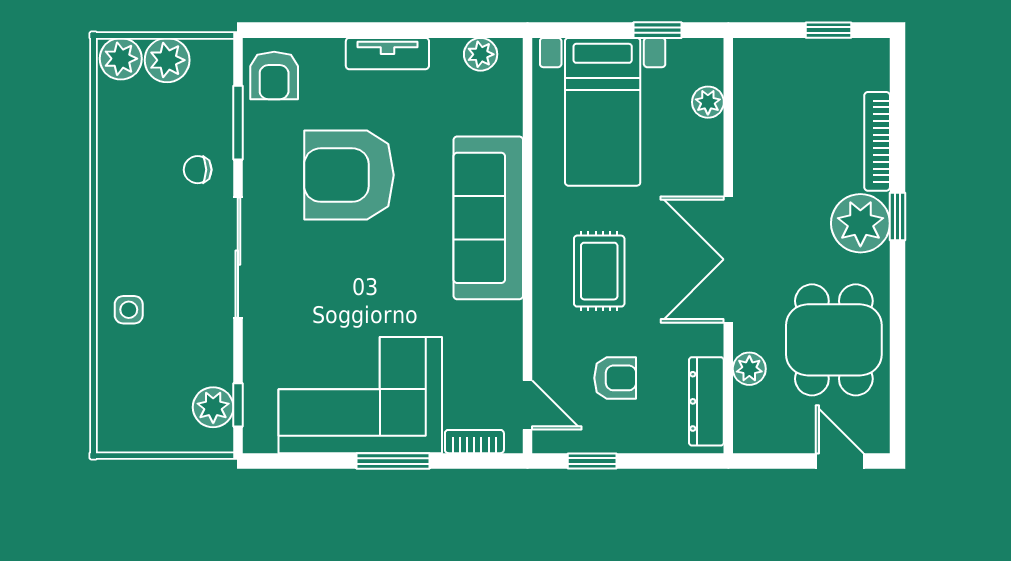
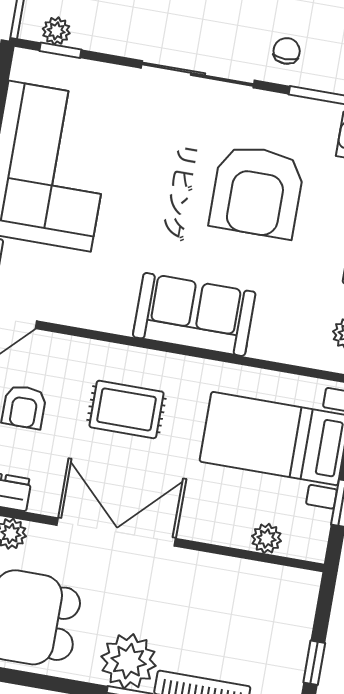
armchair: (349, 175) -> (257, 191), turned 180
sofa: (488, 218) -> (194, 314), width x0.73
plant: (213, 407) -> (56, 31), width x0.73, depth x0.73

